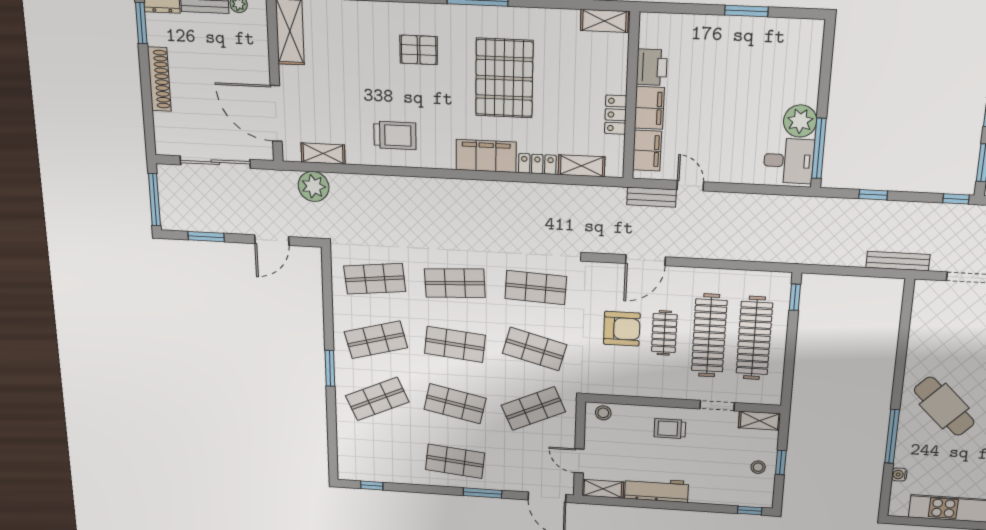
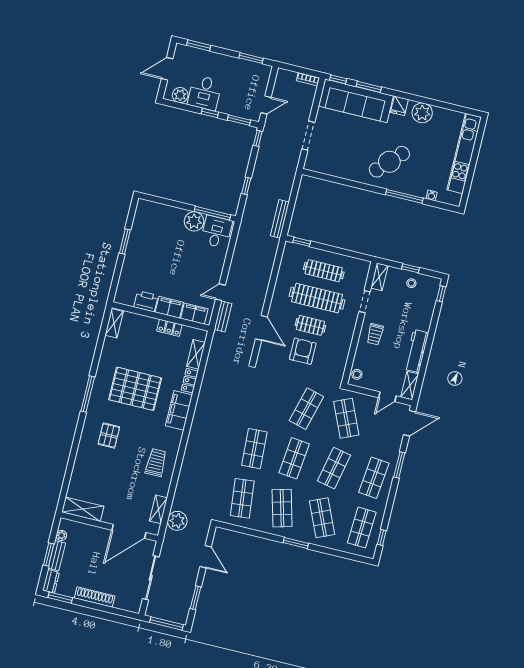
bench: (898, 261) -> (280, 219), moved
shop shelf: (536, 288) -> (362, 528), moved
clothes rail: (754, 338) -> (324, 271), width x0.73, depth x0.76

